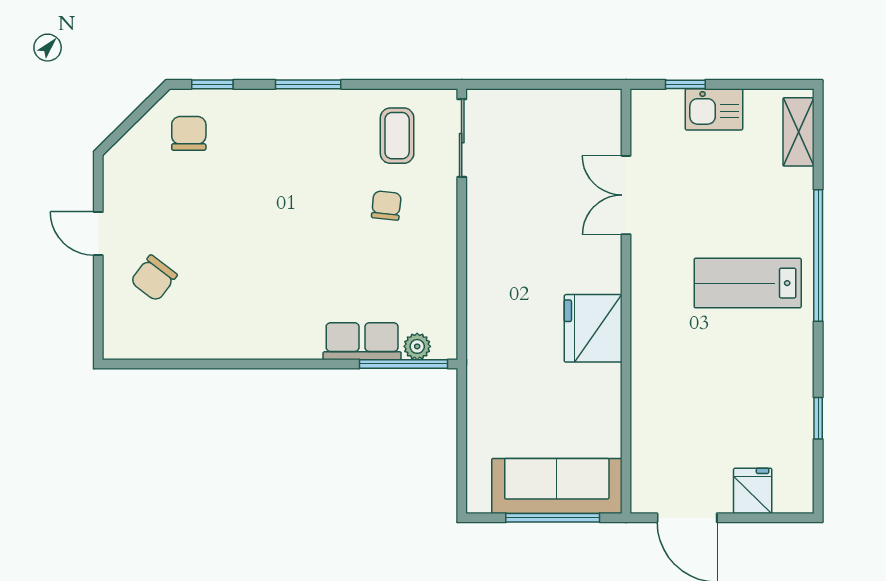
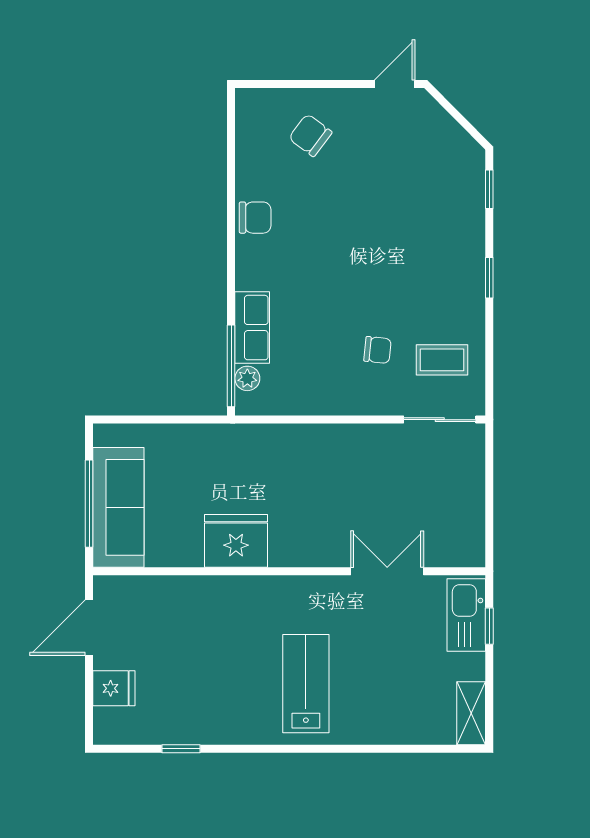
window: (308, 84) -> (489, 278), width x0.67
kitchen sink: (714, 109) -> (466, 615), moved, width x1.38
shelving: (799, 132) -> (471, 713), moved, turned 90
chair: (189, 133) -> (255, 218), moved
door: (98, 234) -> (395, 84), moved
window: (818, 255) -> (331, 749), removed
fridge: (593, 328) -> (236, 541), moved

